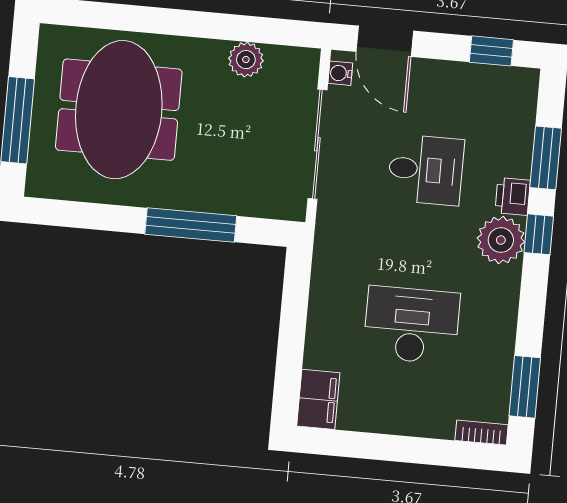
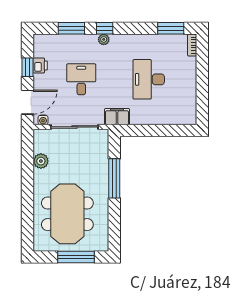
window: (491, 51) -> (28, 67), moved
meeting table: (119, 110) -> (67, 214), turned 90
printer: (513, 197) -> (40, 66), moved, turned -90
plant: (501, 240) -> (104, 39), width x0.53, depth x0.53
filing cabinet: (318, 399) -> (117, 117), moved

